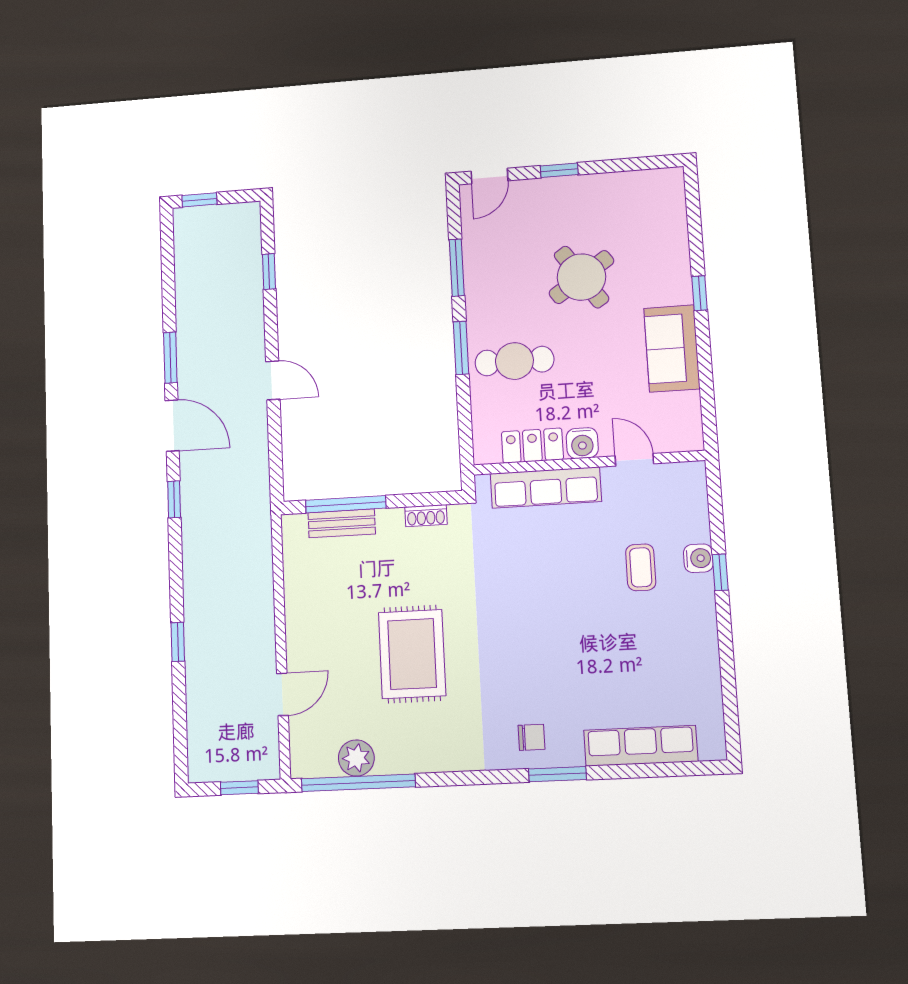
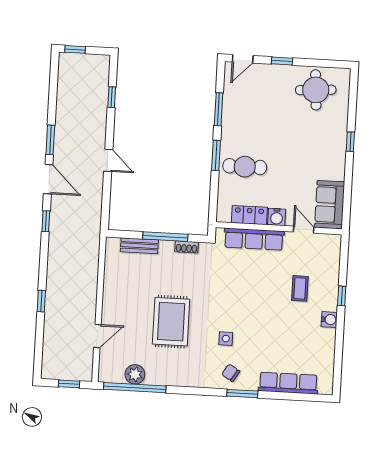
round table: (581, 277) -> (316, 90), moved, turned 30
sofa: (672, 348) -> (330, 205), moved
window: (346, 504) -> (165, 237), moved
water cooler: (698, 558) -> (329, 320), moved
side table: (515, 675) -> (226, 339), added
chair: (531, 737) -> (231, 373), turned -148

